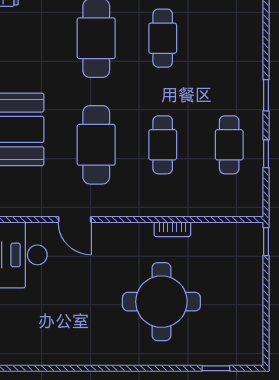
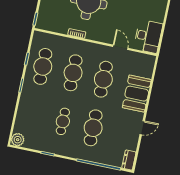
cafe table: (163, 145) -> (73, 73), width x1.37, depth x1.35
cafe table: (229, 145) -> (43, 66), width x1.37, depth x1.35

